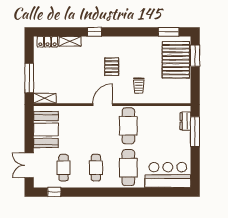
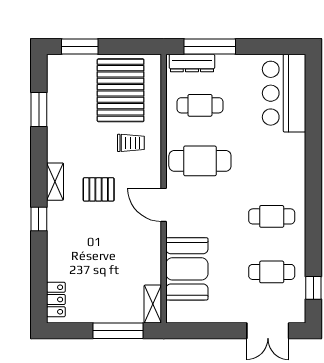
window: (169, 32) -> (39, 110), moved
shelving: (70, 41) -> (55, 182), moved
pallet: (176, 60) -> (121, 90), moved, turned 90
dresser: (185, 121) -> (192, 63), width x1.44
booth: (46, 129) -> (187, 269), moved, turned 90
cafe table: (128, 168) -> (200, 105), moved, width x0.73, depth x0.74

